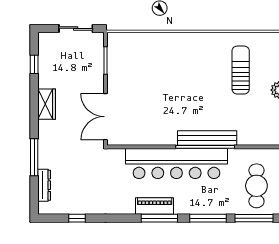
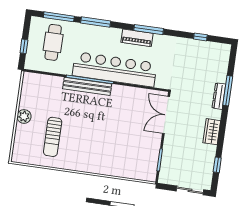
sliding door: (76, 28) -> (190, 190), moved
double door: (105, 117) -> (166, 115), swing flipped
dresser: (44, 185) -> (219, 96), moved
window: (159, 218) -> (149, 30), moved

